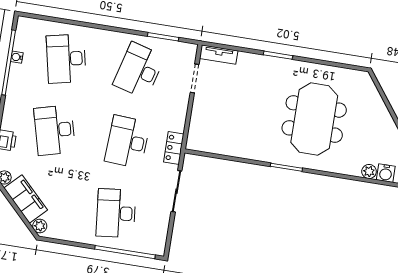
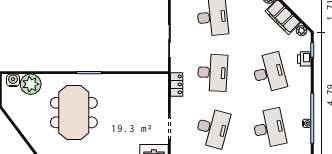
locker: (174, 148) -> (177, 84), moved
plant: (369, 172) -> (31, 84), width x1.87, depth x1.87

